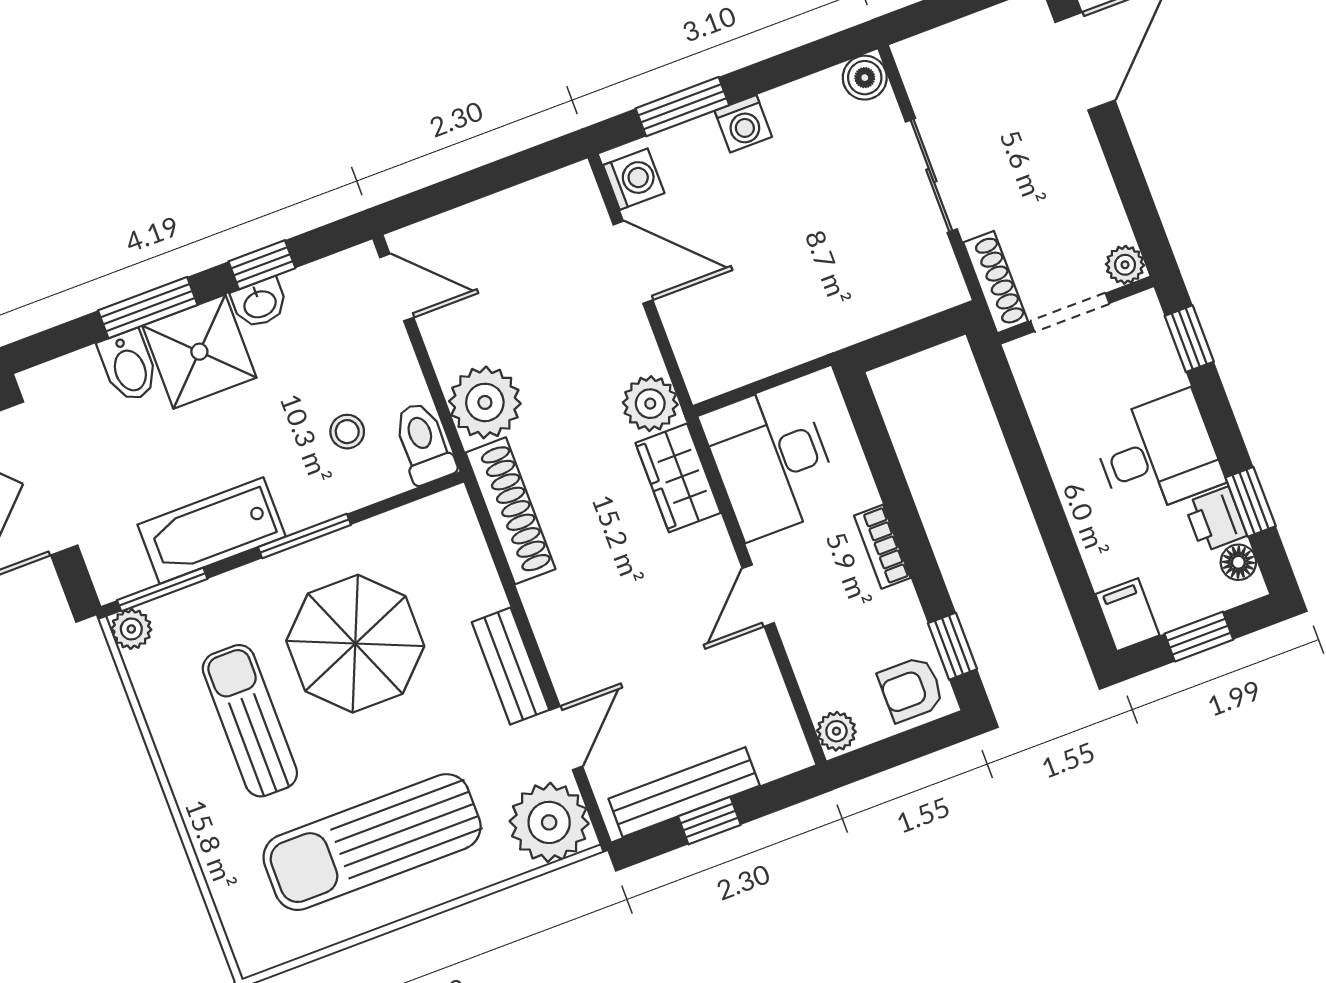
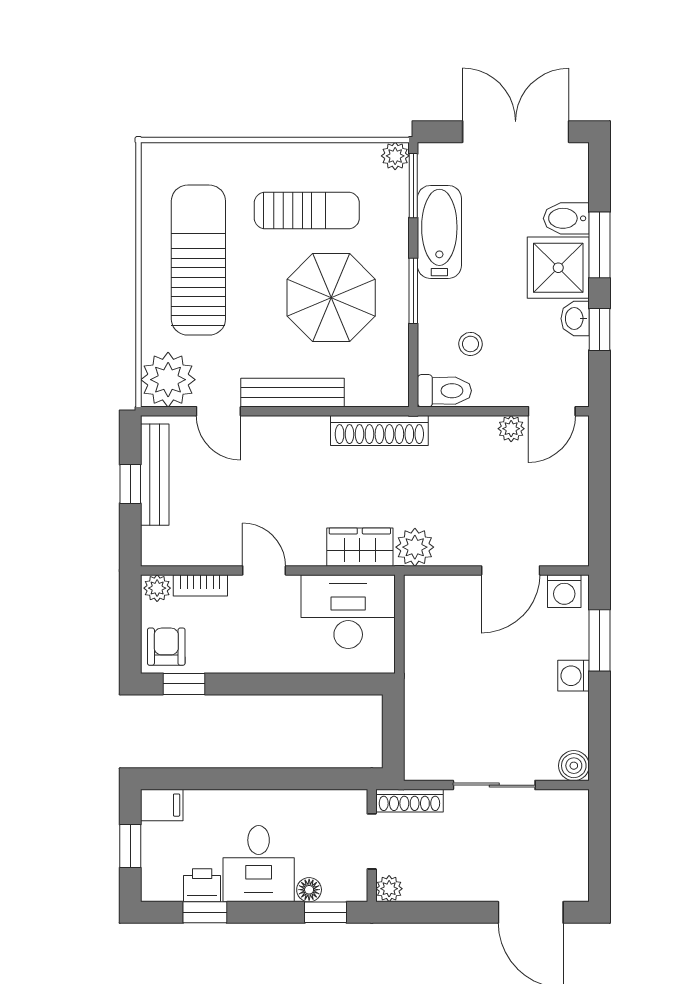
plant: (485, 402) -> (511, 429), moved, width x0.53, depth x0.53
bookcase: (882, 547) -> (200, 585), moved, turned 180
floor lamp: (1238, 562) -> (309, 890), moved
bench: (510, 666) -> (293, 393), width x1.36

